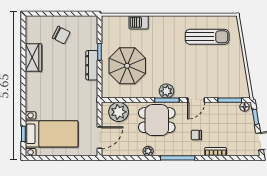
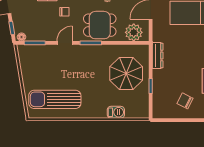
sun lounger: (207, 37) -> (55, 99), width x1.36, depth x1.34
dresser: (92, 65) -> (158, 55), moved
plant: (166, 91) -> (91, 51), removed

